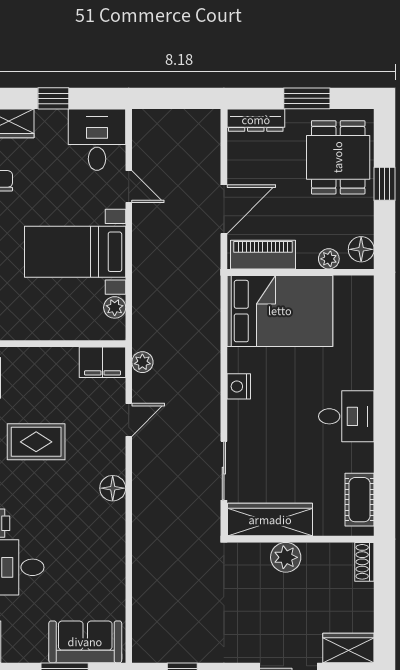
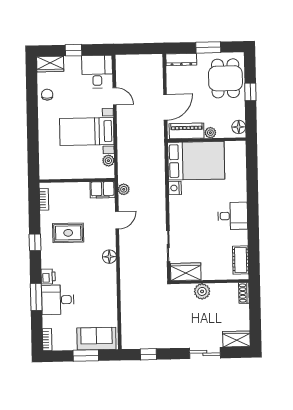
plant: (329, 259) -> (210, 133), moved
nightstand: (239, 386) -> (175, 188), moved
wardrobe: (270, 520) -> (186, 272), width x0.67

